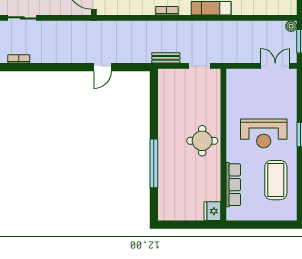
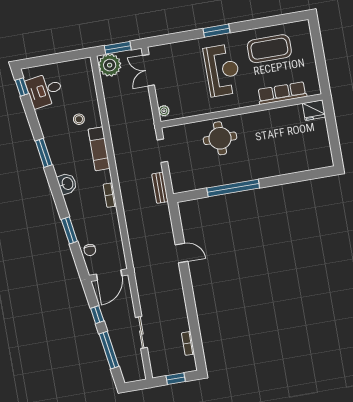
sliding door: (22, 18) -> (141, 332), moved
plant: (291, 26) -> (110, 65), width x1.87, depth x1.87
plant: (236, 74) -> (164, 111), added
round table: (202, 141) -> (220, 138), moved
window: (154, 163) -> (233, 188), moved

